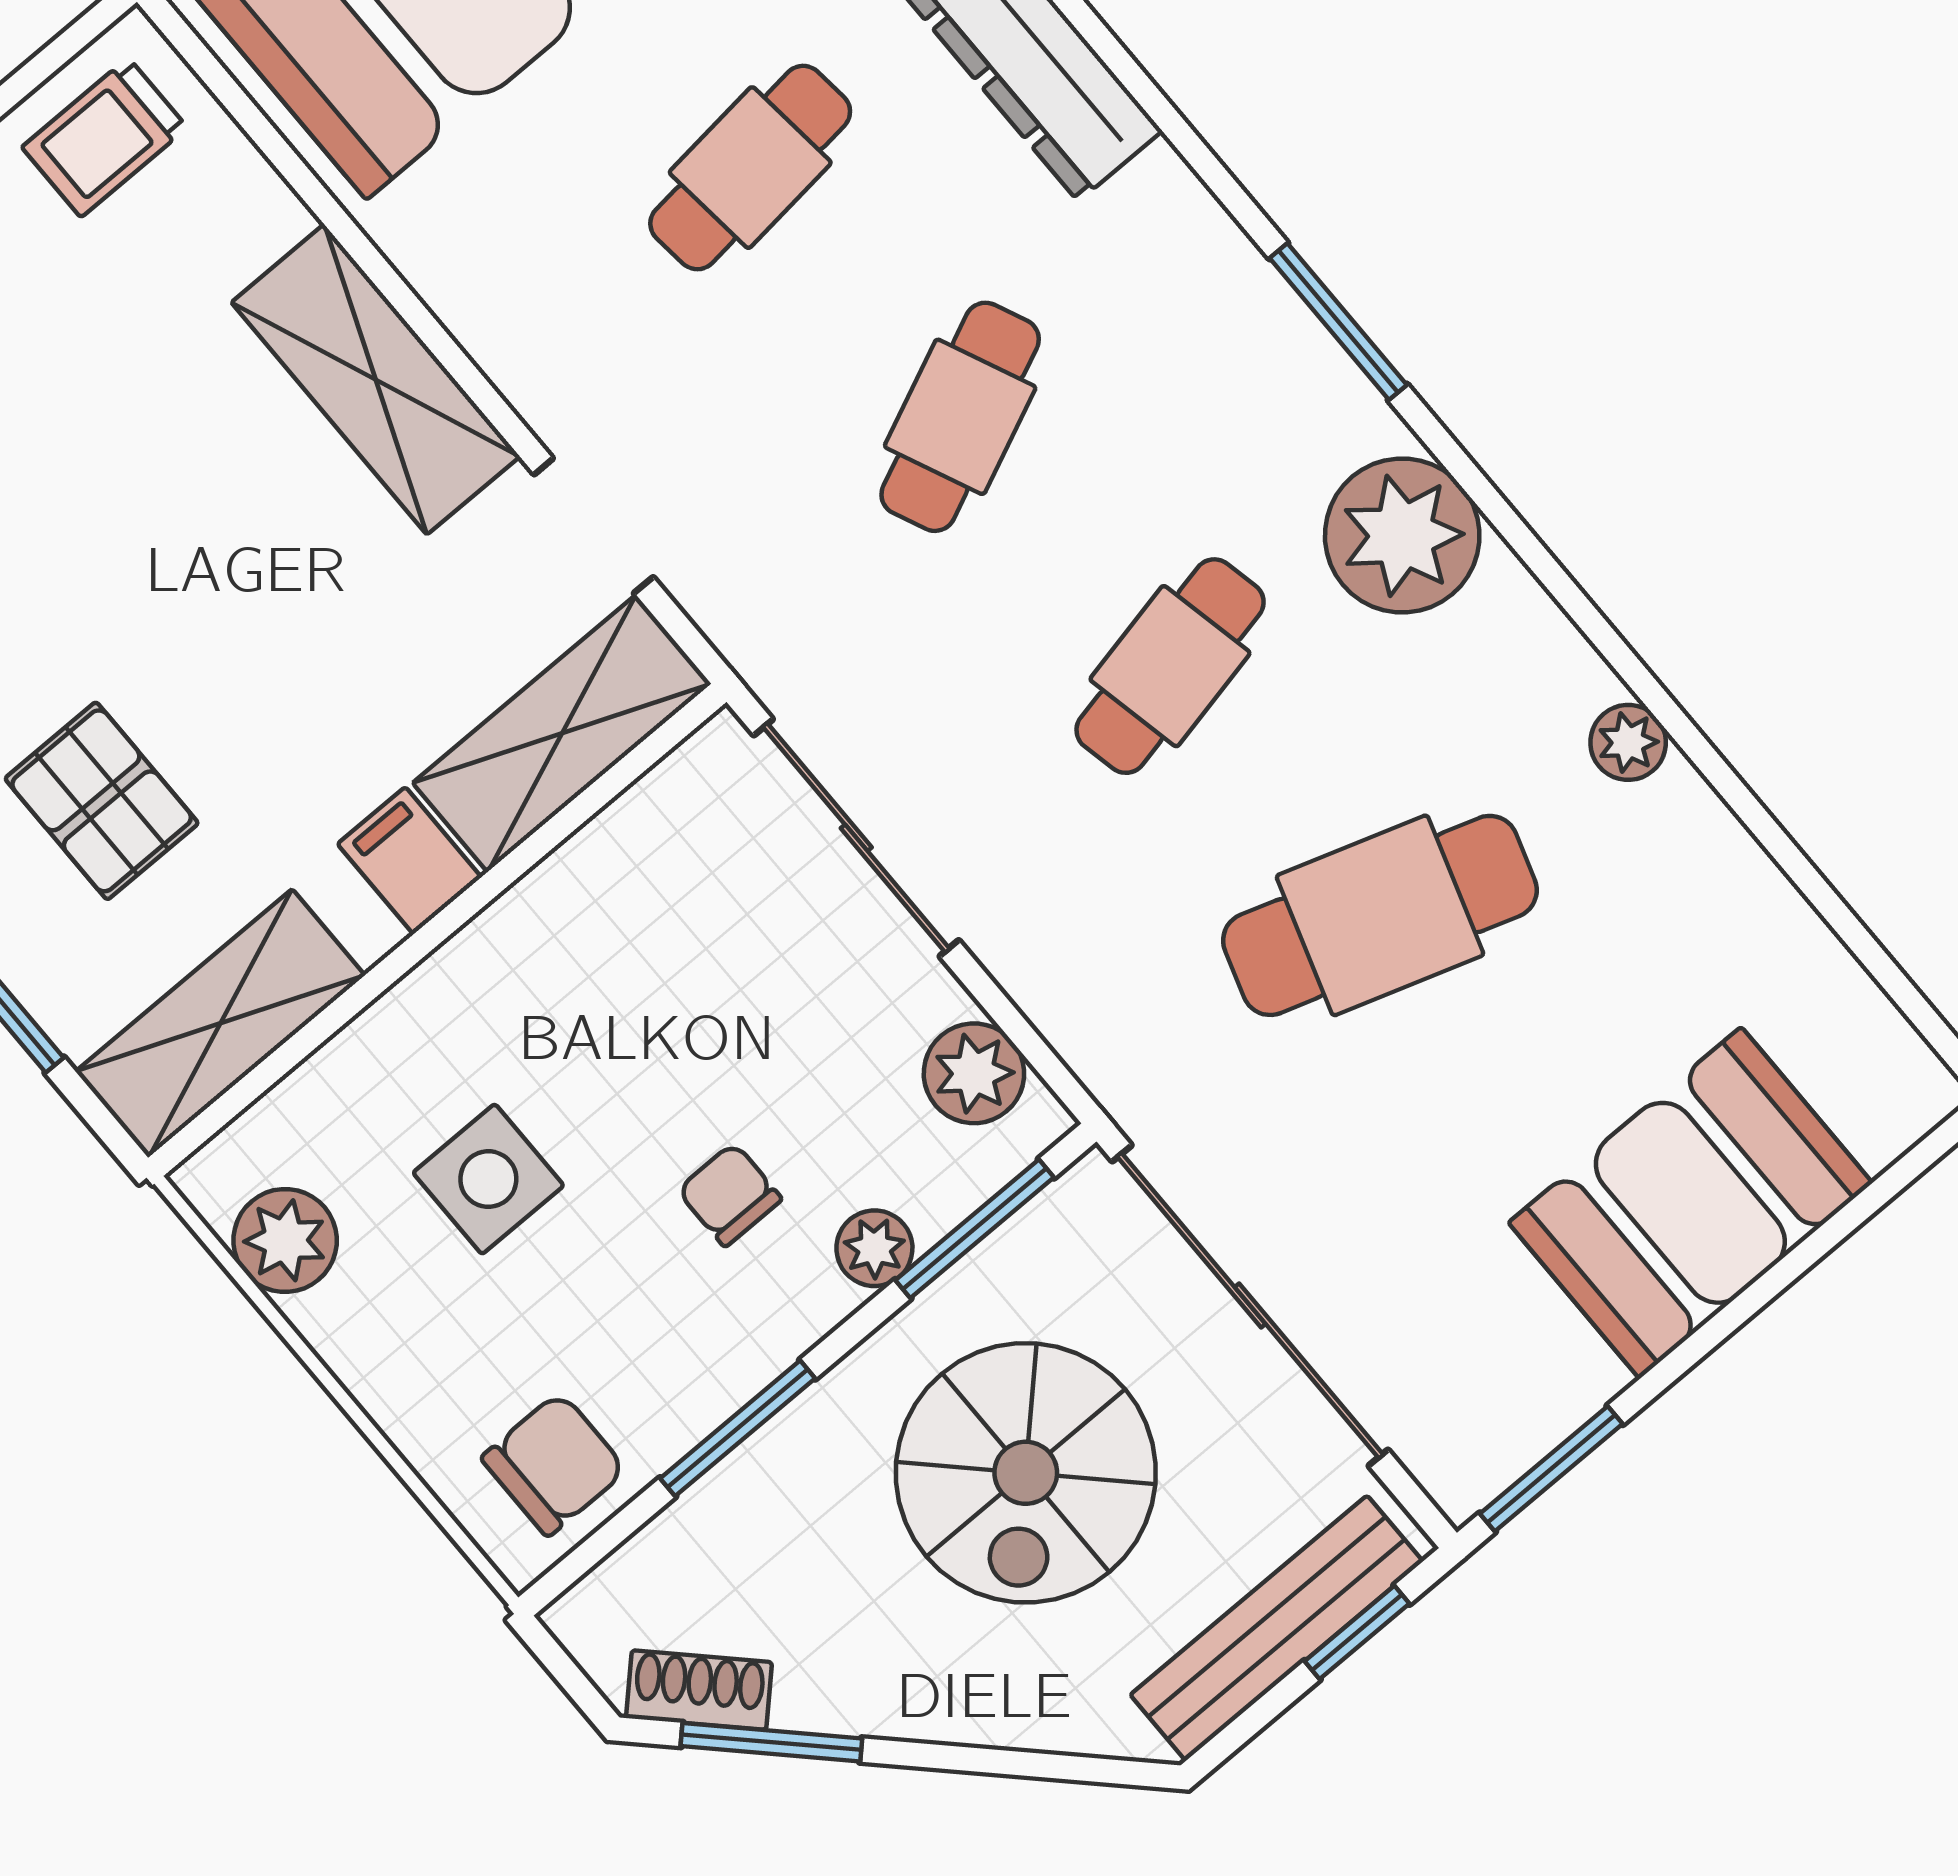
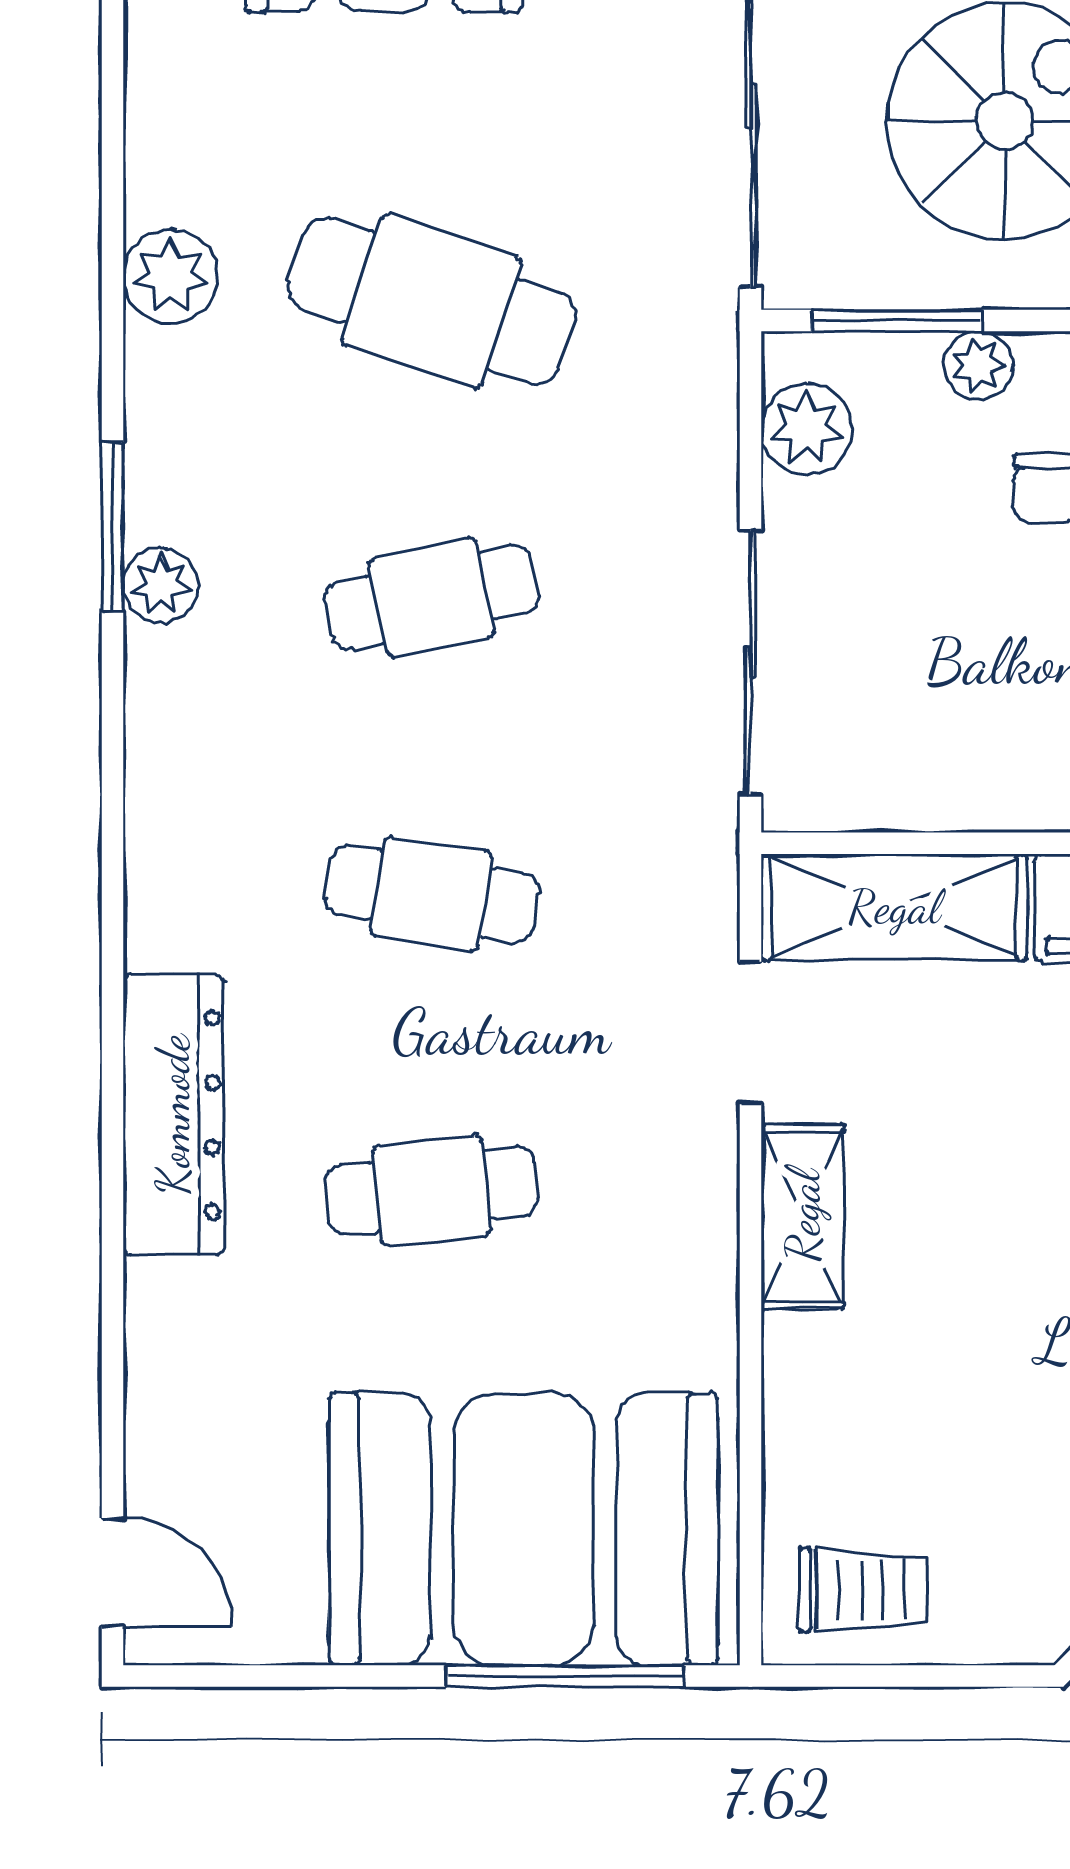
window: (1338, 322) -> (113, 527), moved
shelving: (376, 379) -> (803, 1216), width x0.67, depth x0.75
cafe table: (960, 417) -> (431, 894), turned 33
plant: (1402, 536) -> (161, 585), width x0.53, depth x0.53
plant: (1628, 742) -> (170, 276), width x1.38, depth x1.38

